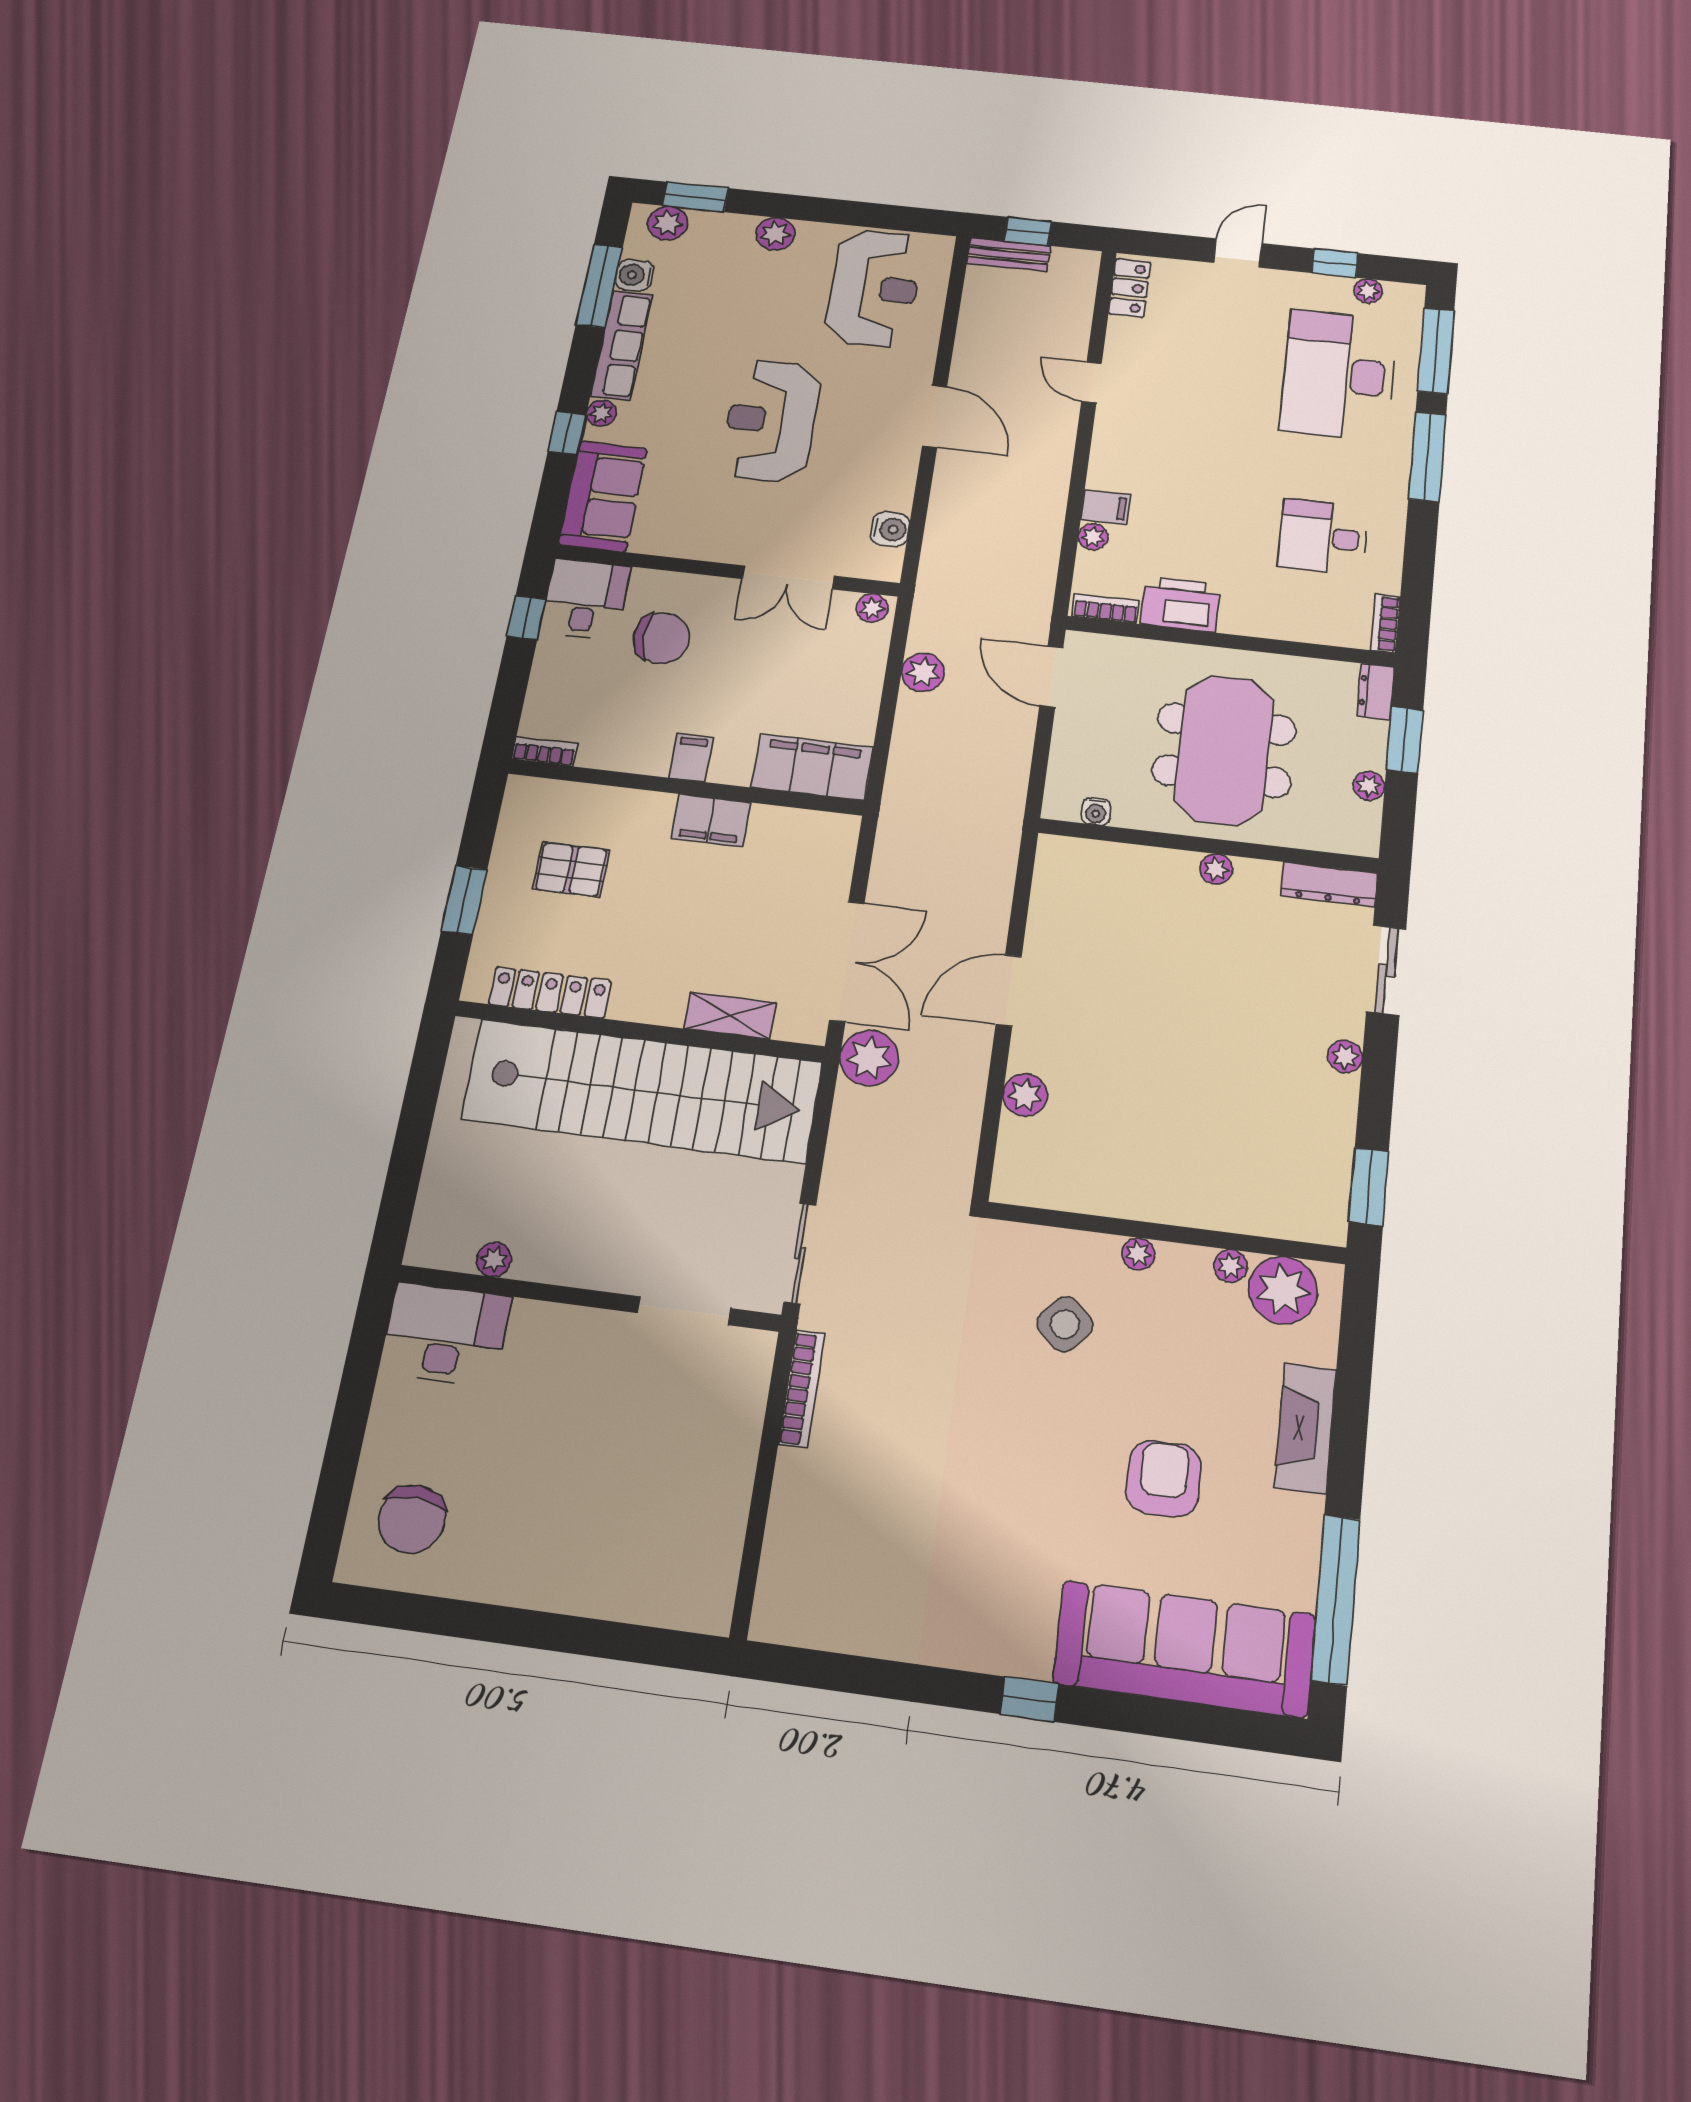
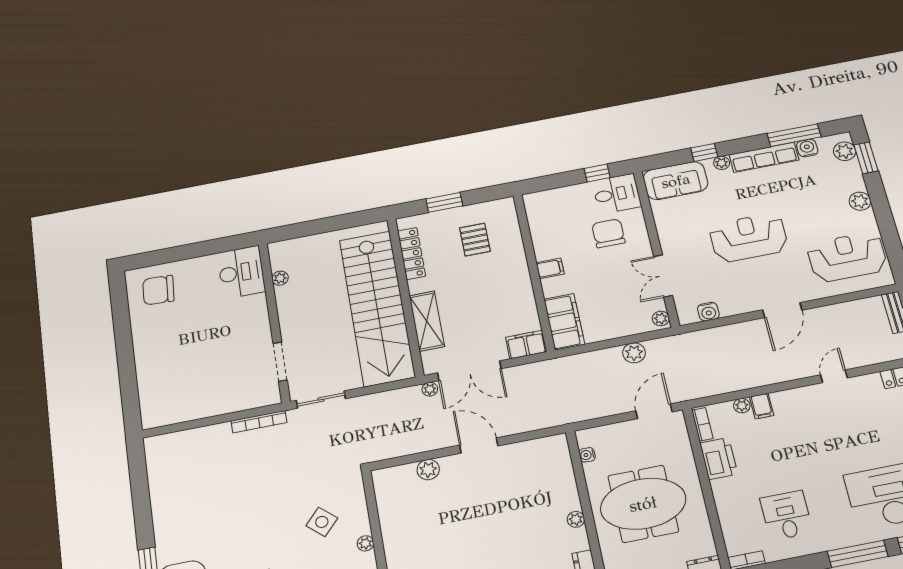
reception desk: (874, 288) -> (847, 257), turned 180
chair: (661, 638) -> (608, 233), turned 180
bookcase: (544, 752) -> (530, 206), removed
filing cabinet: (711, 820) -> (526, 345), moved, turned 90
shelving: (730, 1016) -> (427, 321), width x1.50, depth x1.33
plant: (869, 1058) -> (430, 389), width x0.53, depth x0.53

